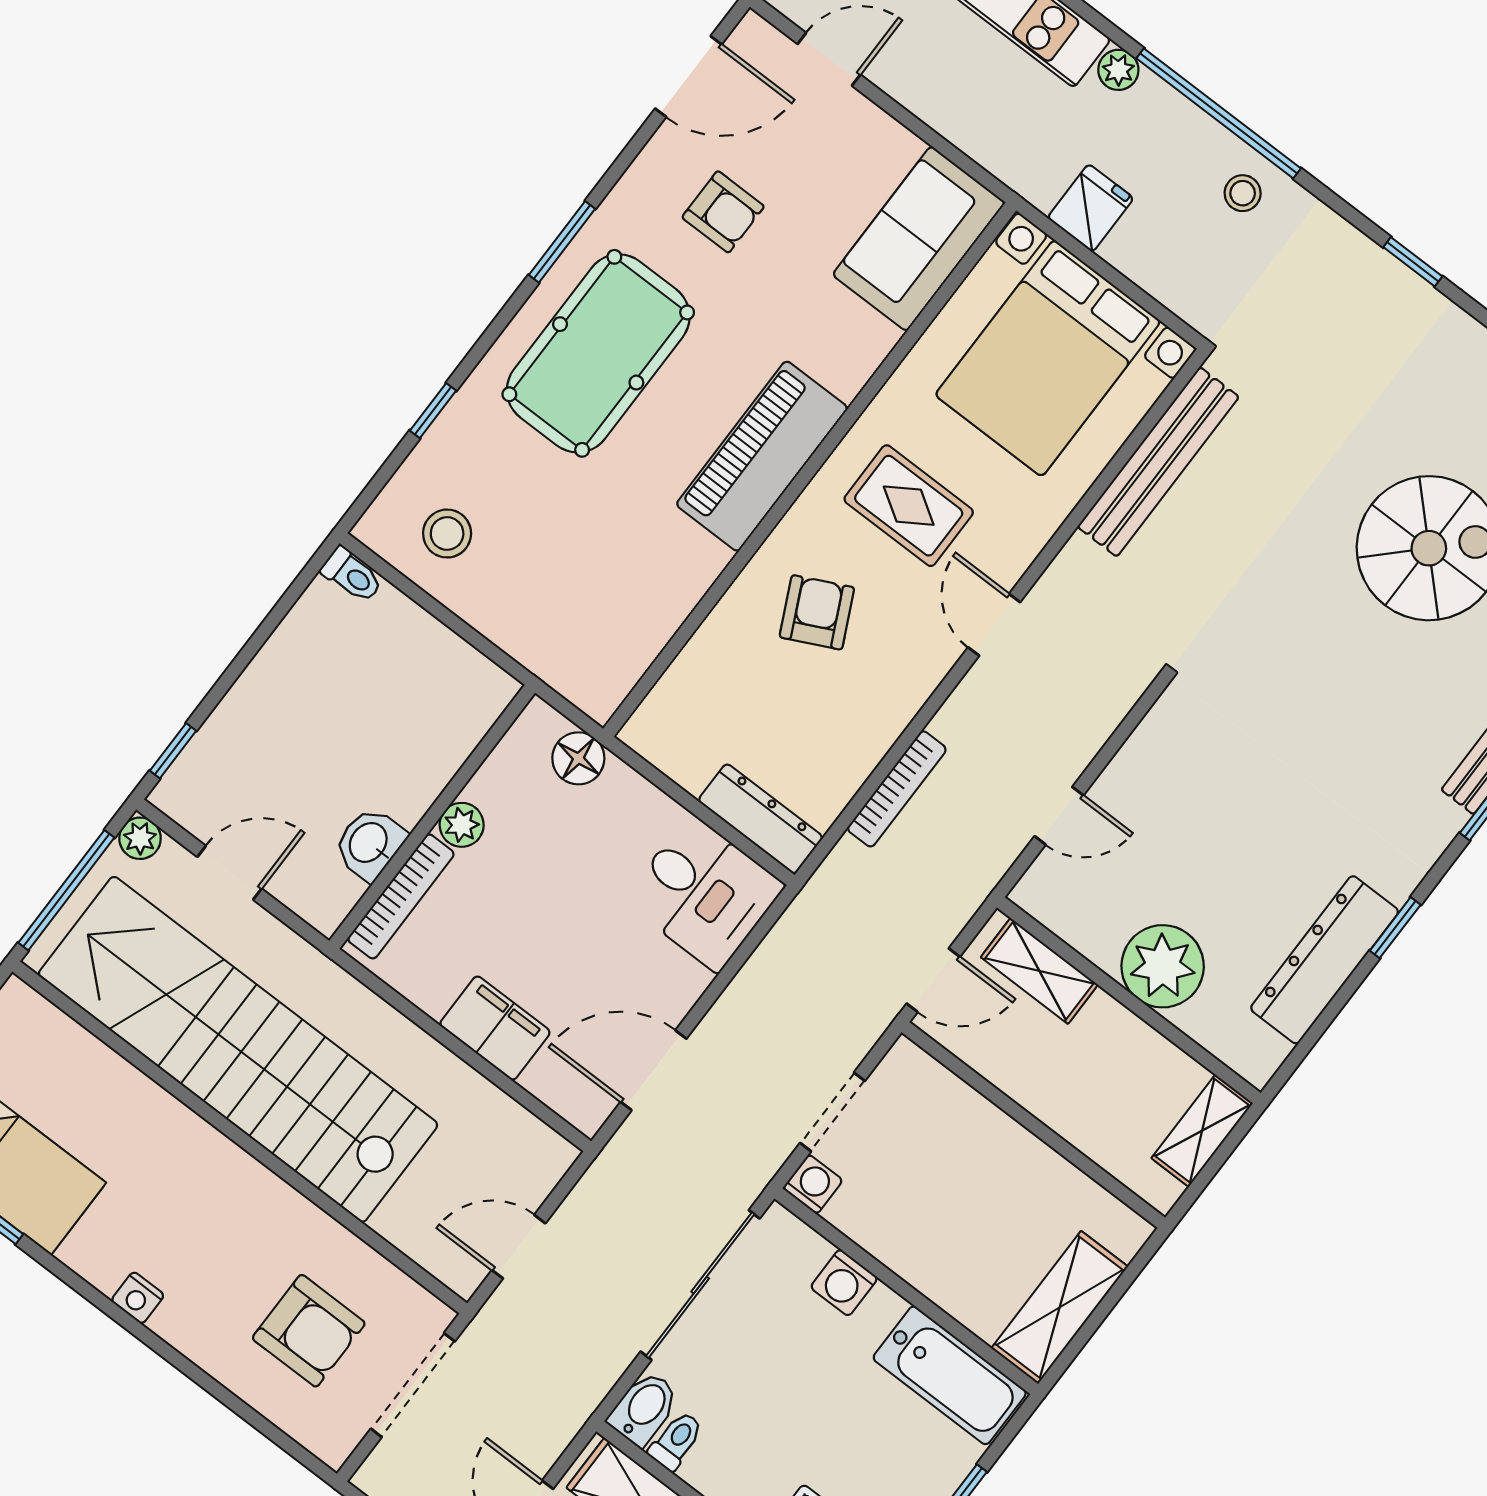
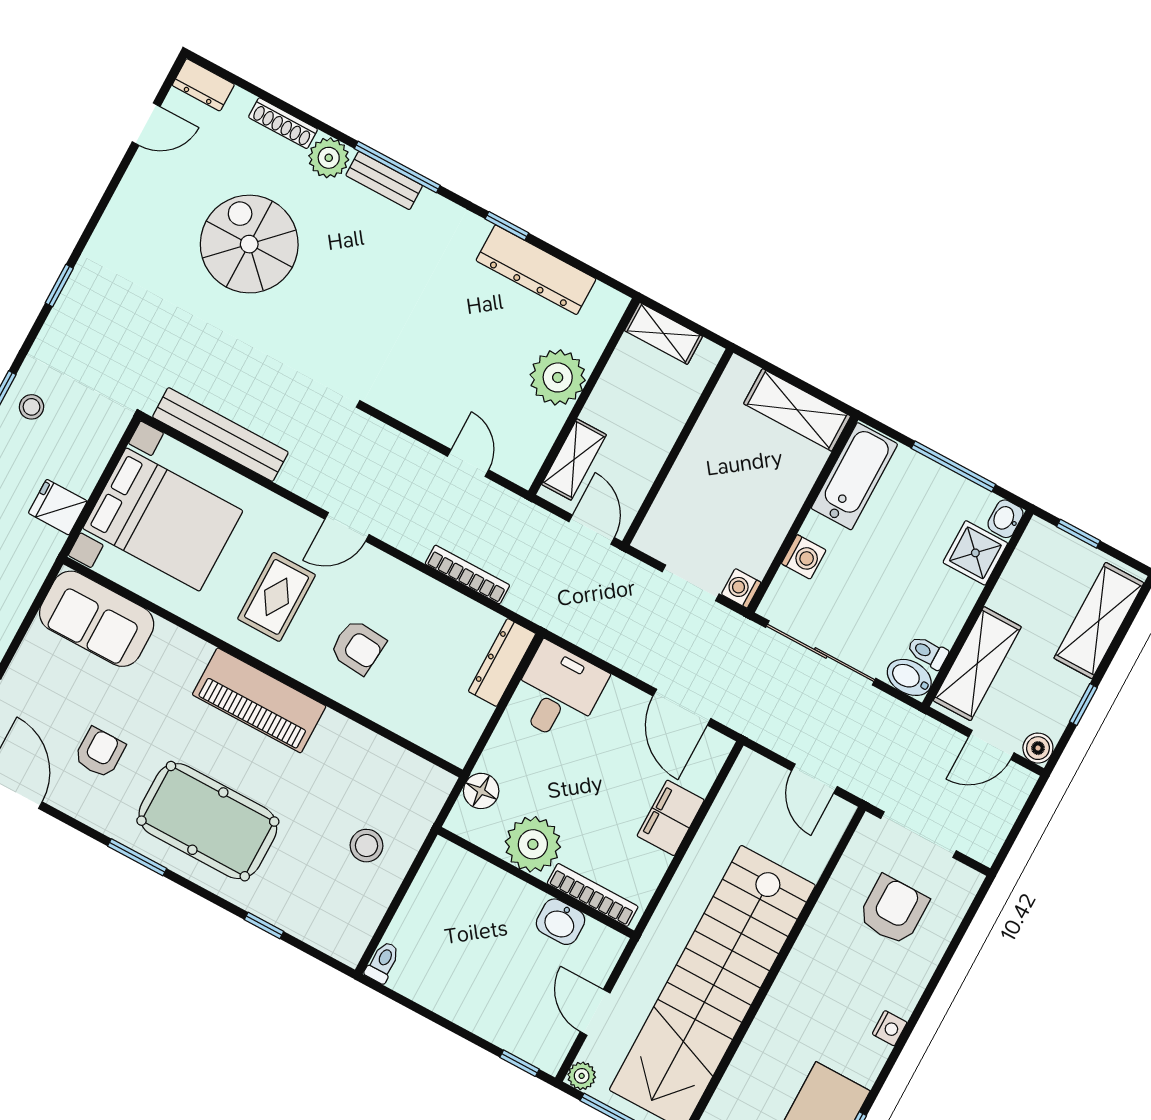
stool: (447, 534) -> (367, 846), moved
armchair: (817, 612) -> (358, 647), turned -149
plant: (462, 825) -> (533, 844), width x1.87, depth x1.87

